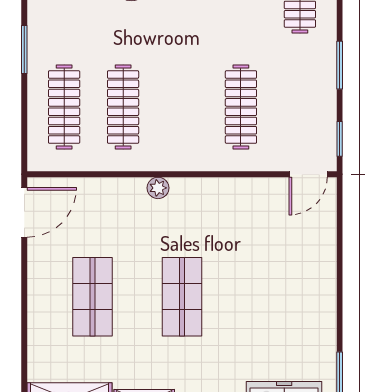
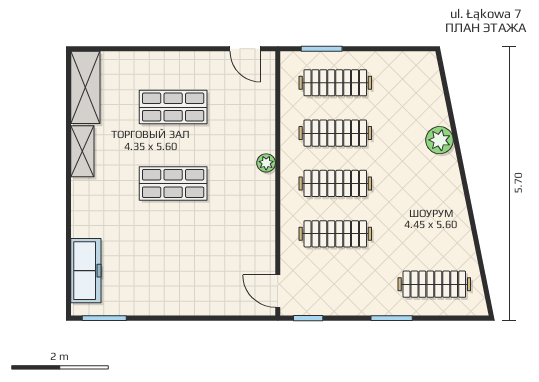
window: (24, 49) -> (322, 49), moved
window: (340, 65) -> (392, 318), moved
clothes rail: (182, 107) -> (335, 183), added
door: (24, 212) -> (245, 49), width x0.73

